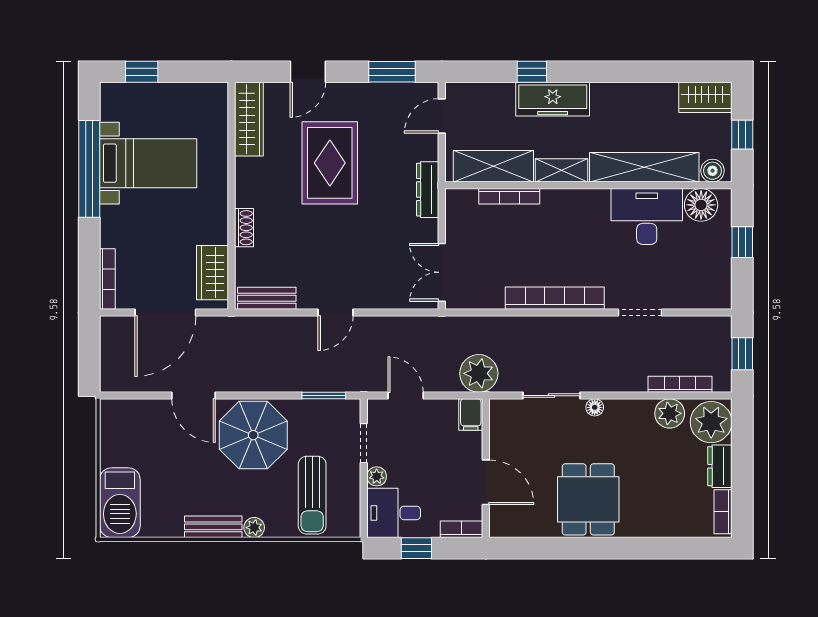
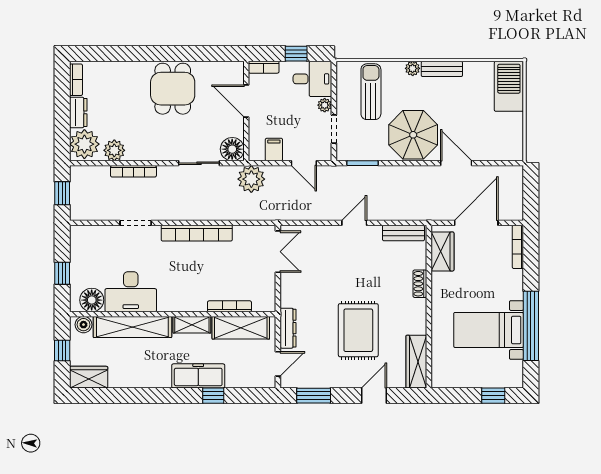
dresser: (428, 190) -> (288, 328), moved
bookcase: (680, 384) -> (133, 171), moved
floor lamp: (595, 407) -> (232, 149), moved, width x1.89, depth x1.89
filing cabinet: (471, 415) -> (274, 150), moved

